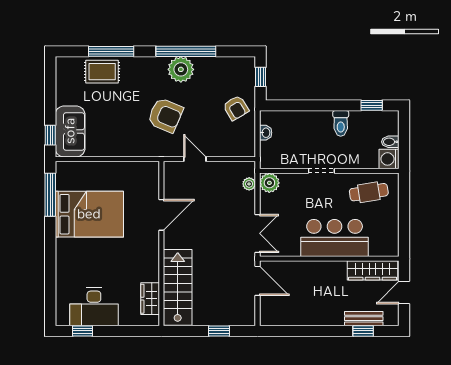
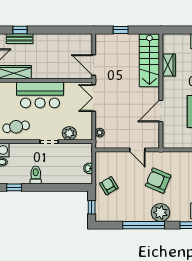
plant: (181, 69) -> (161, 212), moved
plant: (269, 183) -> (69, 133), moved
wardrobe: (150, 299) -> (169, 65), moved

